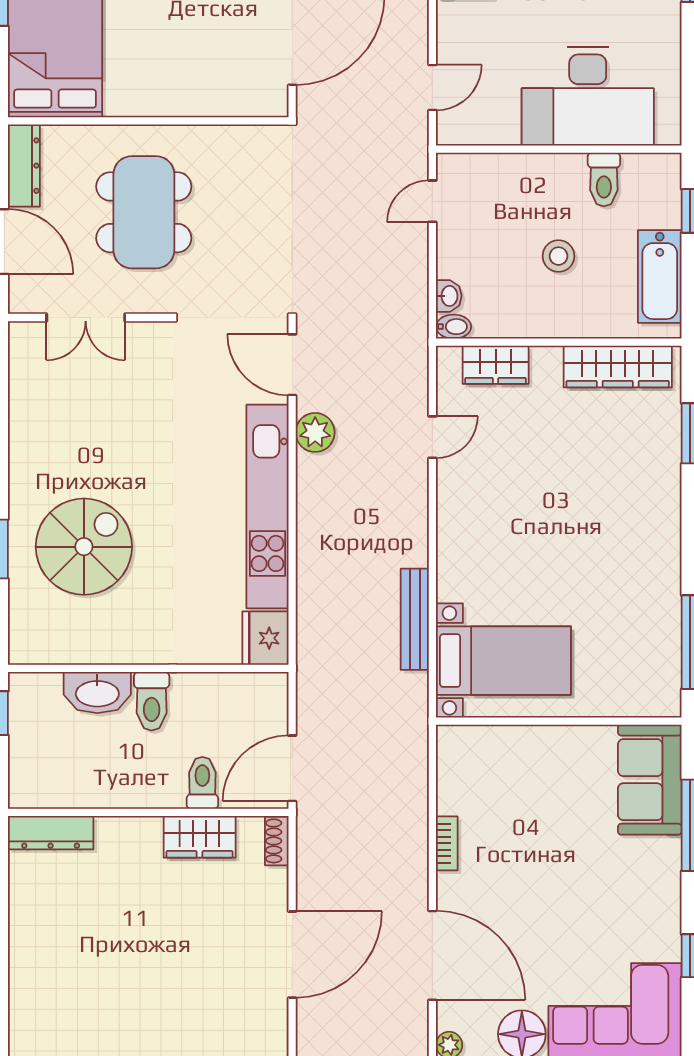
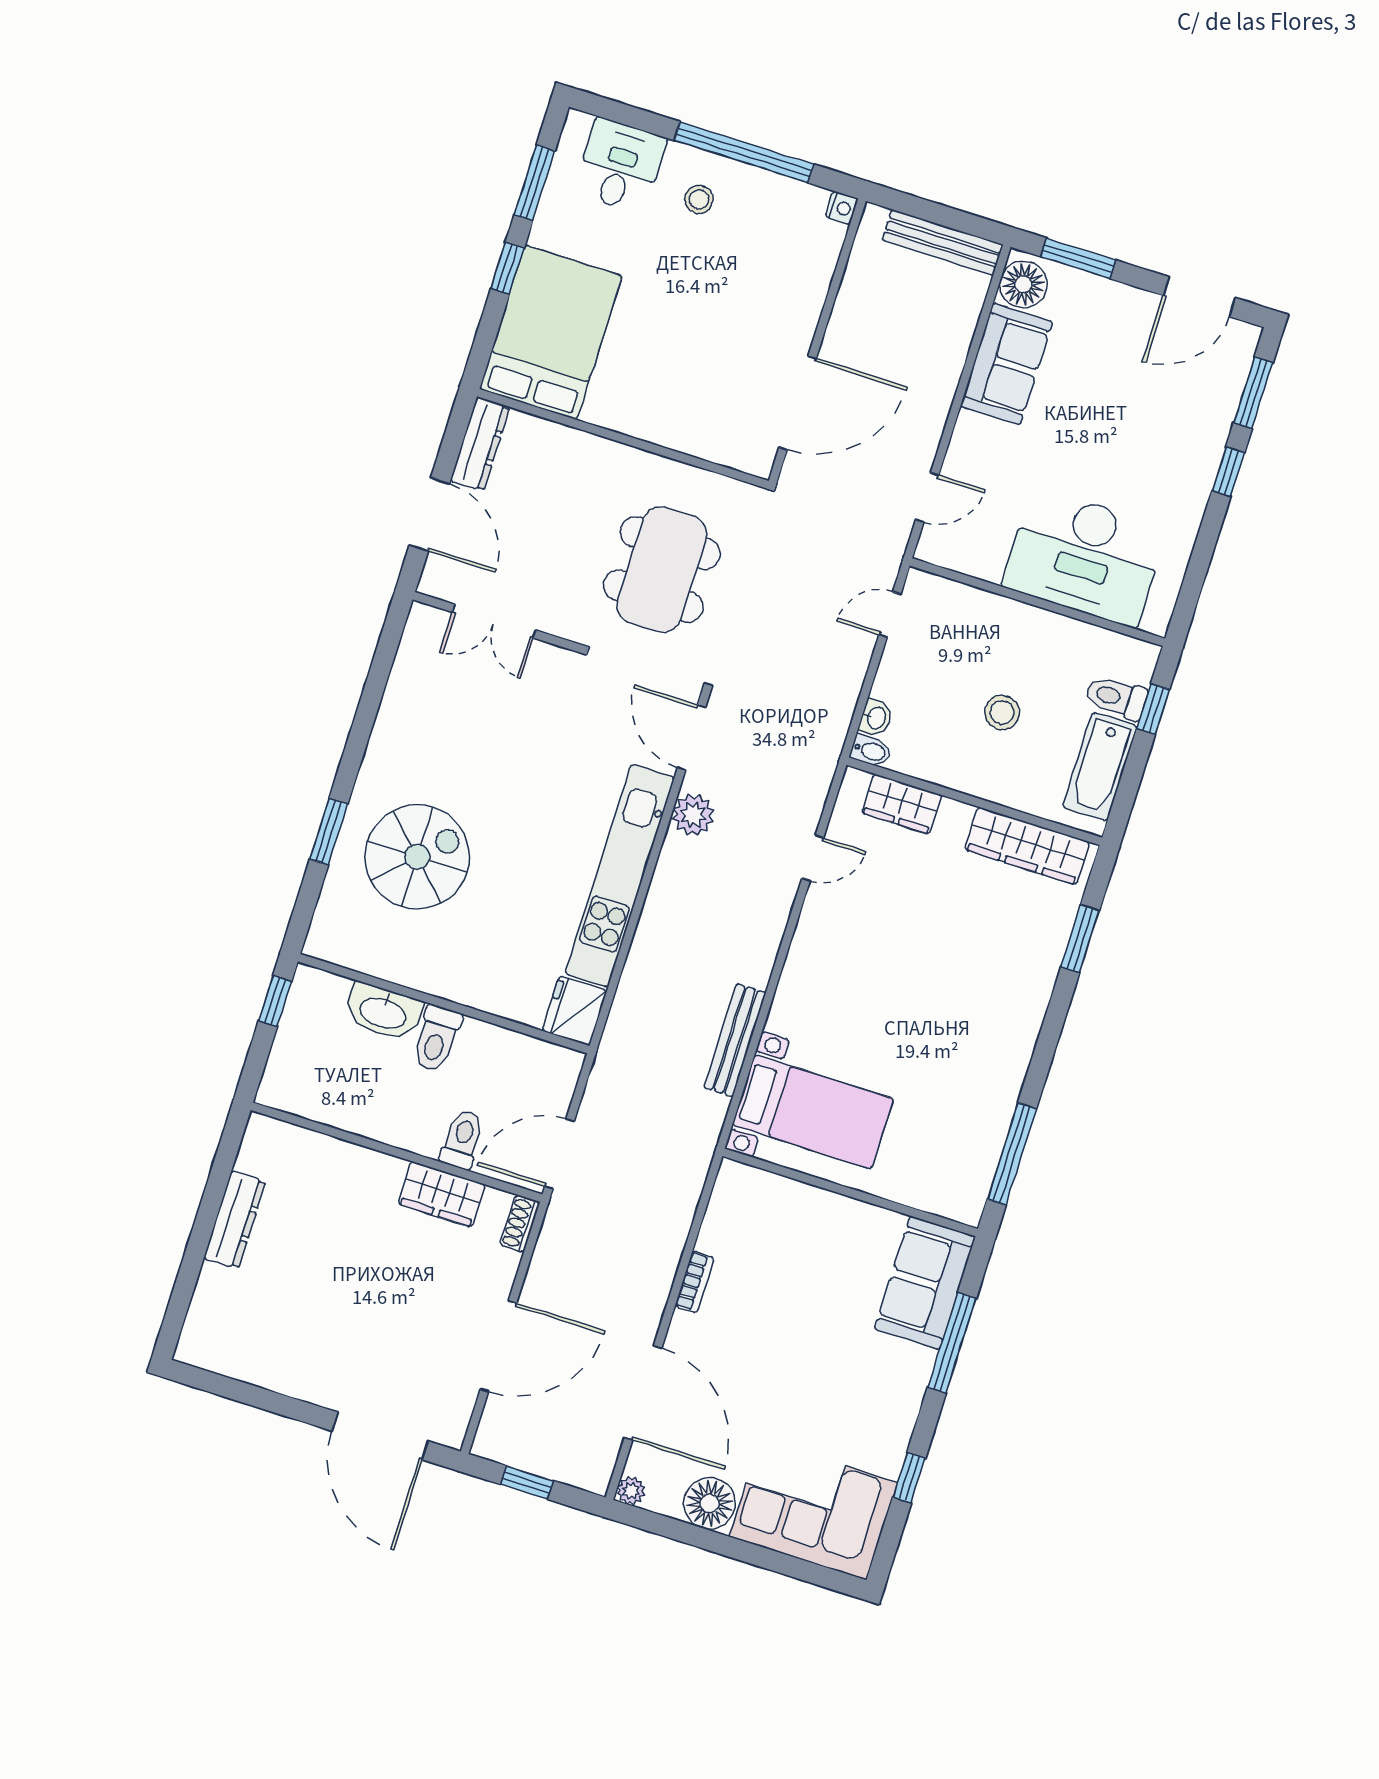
toilet: (604, 179) -> (1116, 697), moved, turned 90
dining table: (144, 212) -> (662, 570), moved
dresser: (51, 833) -> (235, 1220), moved, turned -90

